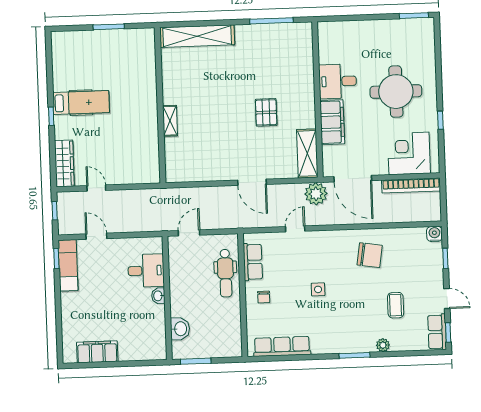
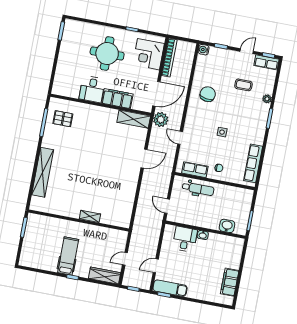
wall: (160, 105) -> (79, 220), moved
pallet: (266, 112) -> (63, 119), moved
shelving: (170, 121) -> (90, 216), moved

